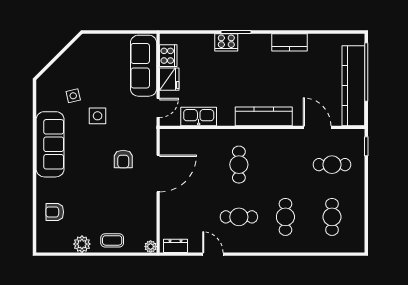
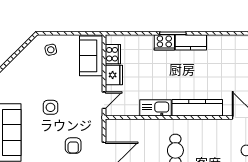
kitchen counter: (290, 42) -> (191, 42), moved
sofa: (144, 66) -> (91, 56), width x0.73
side table: (73, 96) -> (51, 50), moved
kitchen sink: (199, 116) -> (155, 108), moved

